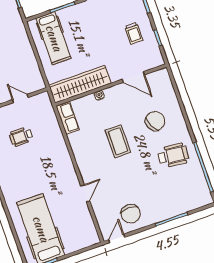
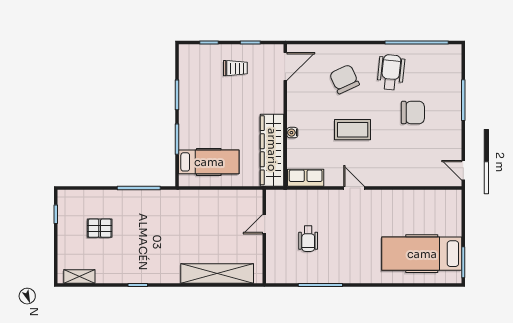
door: (133, 77) -> (285, 66), moved
door: (85, 193) -> (354, 188), moved
chair: (131, 214) -> (413, 113), moved

